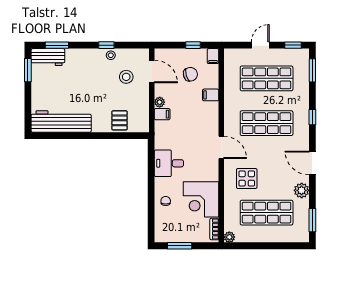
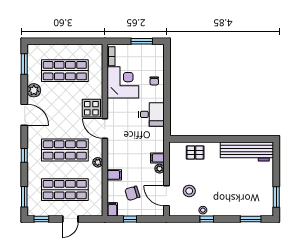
workbench: (48, 57) -> (259, 208), removed
pallet: (120, 120) -> (195, 152), turned 90
display table: (247, 178) -> (91, 108), moved
plant: (229, 237) -> (98, 162), moved

